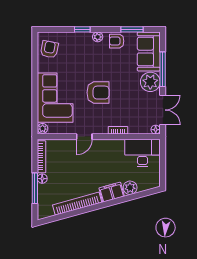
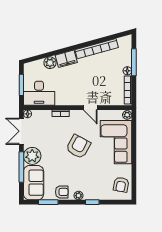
armchair: (98, 93) -> (78, 147), turned 119
door: (84, 137) -> (90, 108), swing flipped
window: (163, 162) -> (21, 85), added

